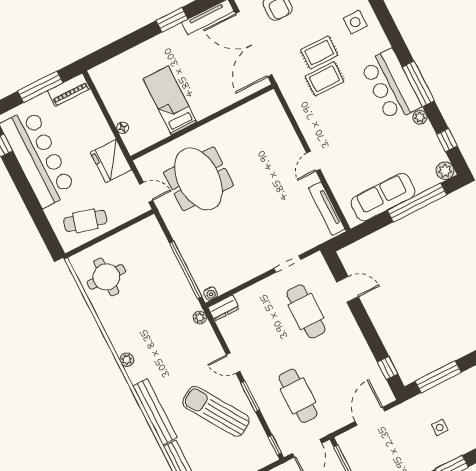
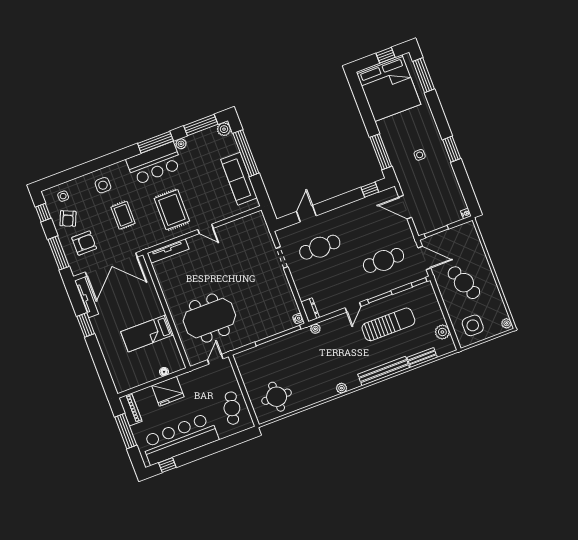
rug: (325, 79) -> (172, 210), moved, width x1.36, depth x1.43
window: (447, 140) -> (201, 125), width x2.17
fridge: (111, 161) -> (168, 391), moved
tv unit: (327, 209) -> (168, 251), moved
sun lounger: (216, 411) -> (388, 324), turned -147

